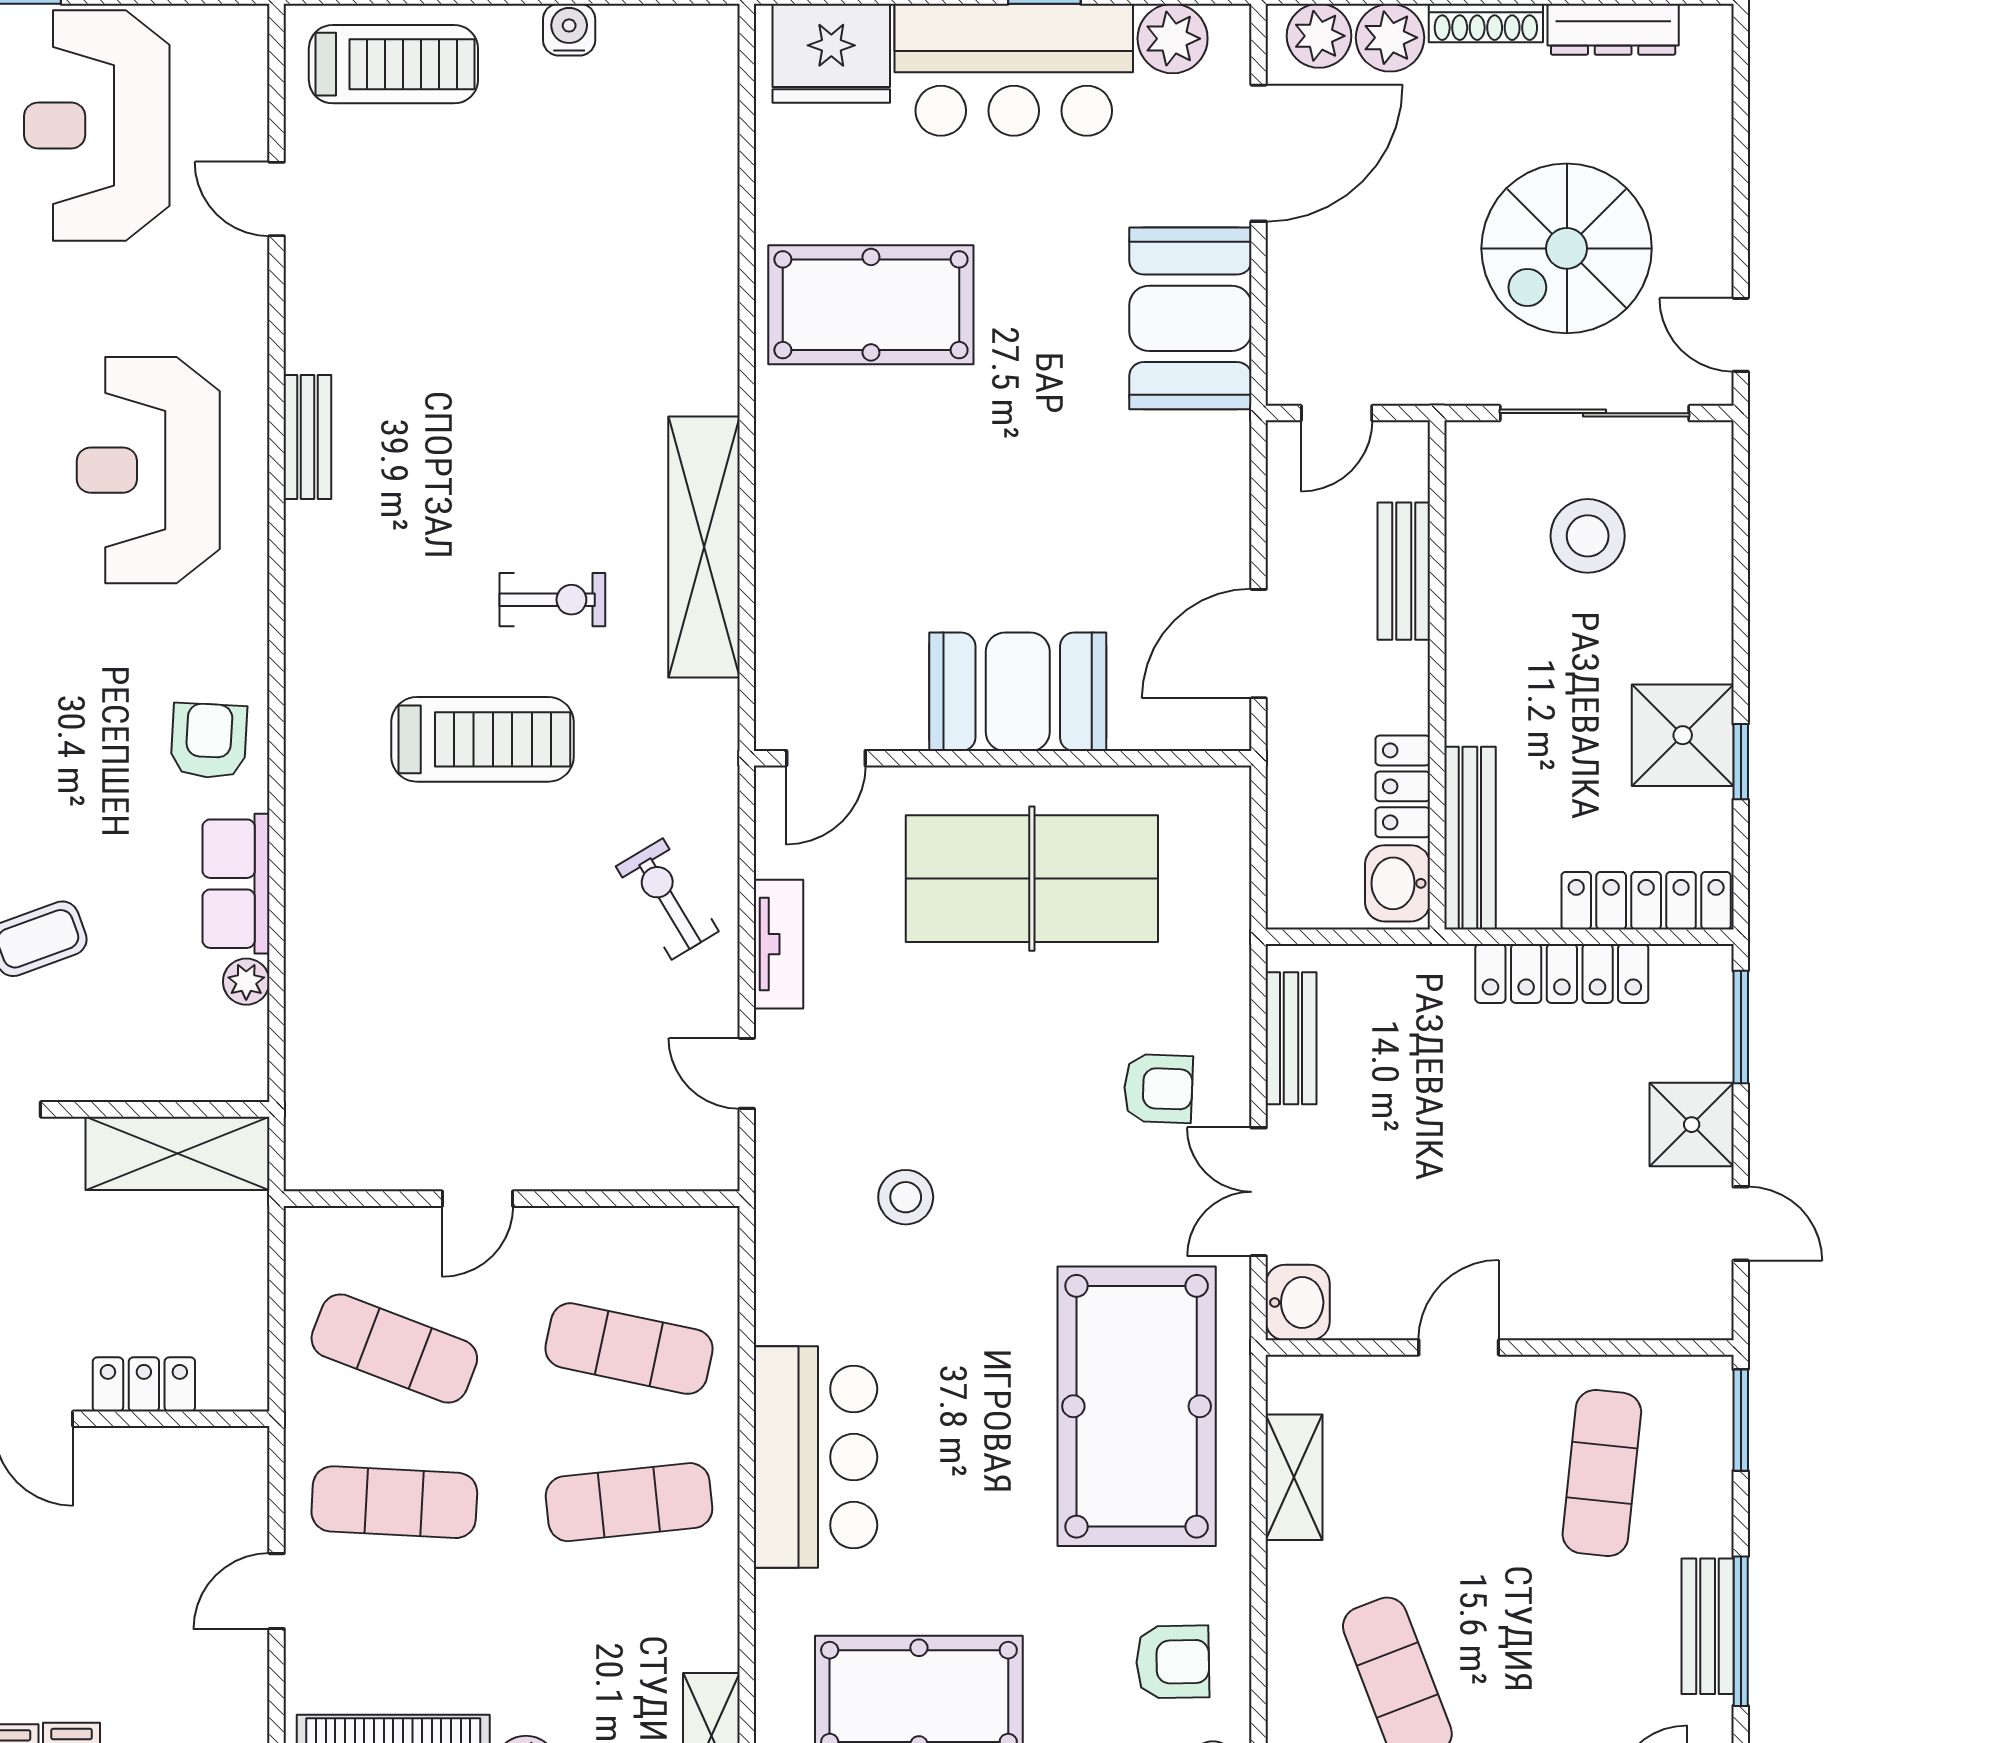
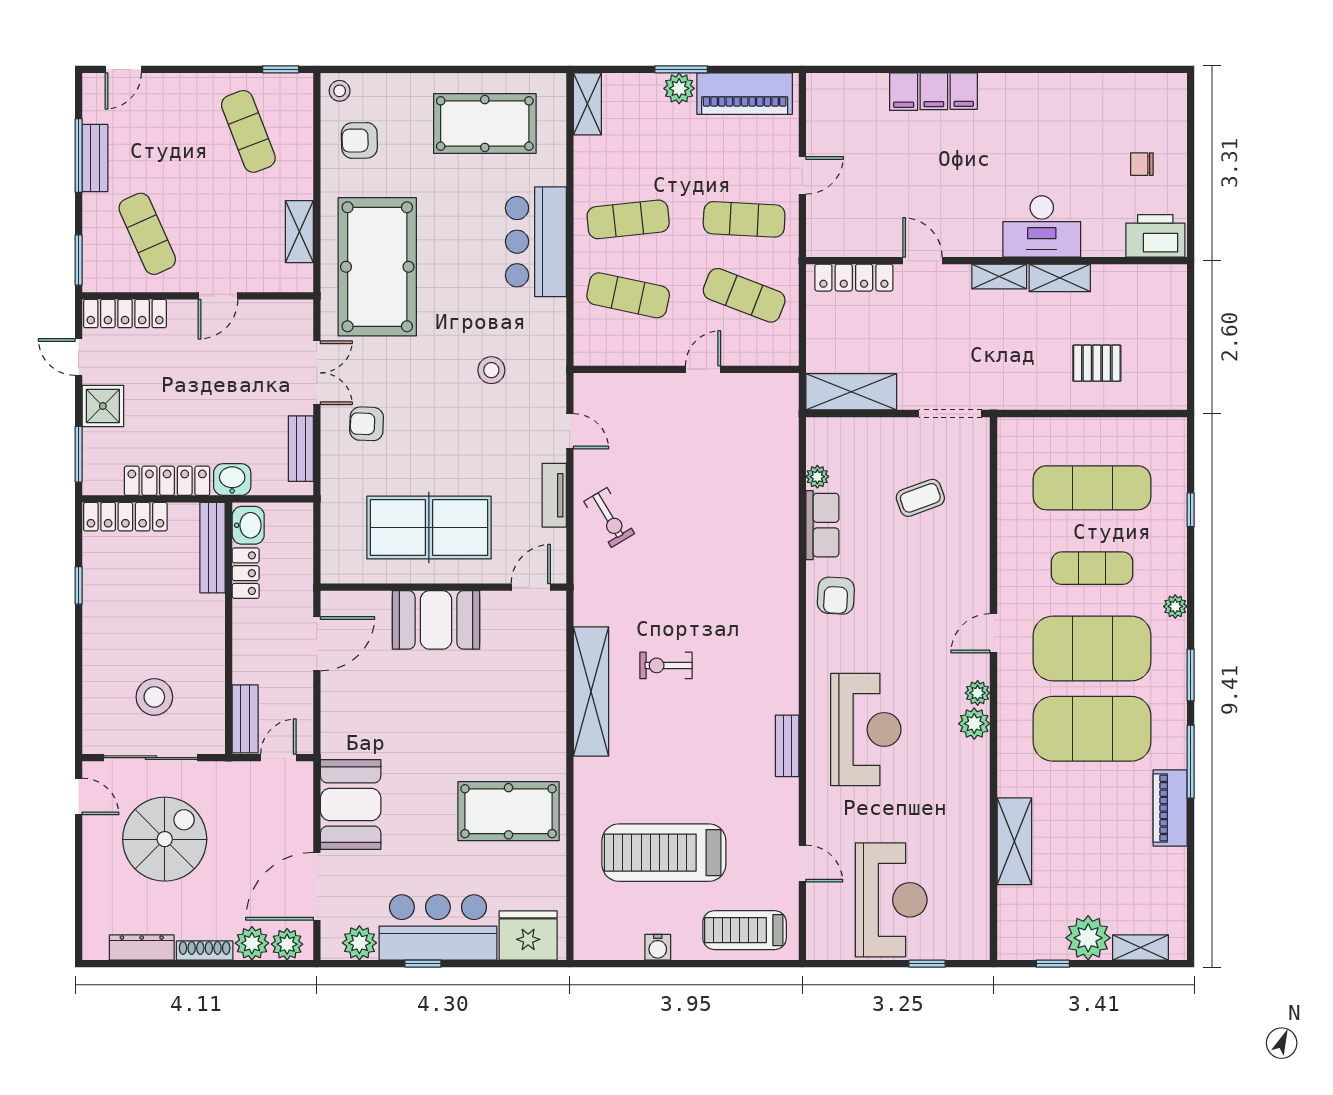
bench: (1404, 571) -> (245, 719), moved
shower: (1683, 735) -> (107, 598), removed
treadmill: (483, 739) -> (664, 853), moved, width x1.37, depth x1.38
washbasin: (1298, 1303) -> (232, 480), moved, turned 90
locker: (1647, 1312) -> (125, 314), added
locker: (144, 1384) -> (854, 278), width x1.53
exercise mat: (1602, 1473) -> (147, 234), turned -30

